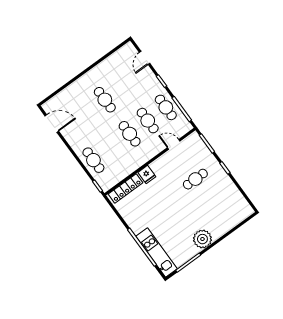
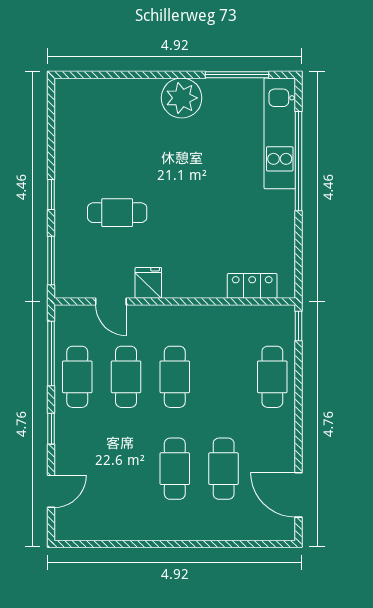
cafe table: (87, 113) -> (224, 469), added
fridge: (147, 175) -> (148, 283), moved
locker: (125, 188) -> (252, 286), width x0.66

